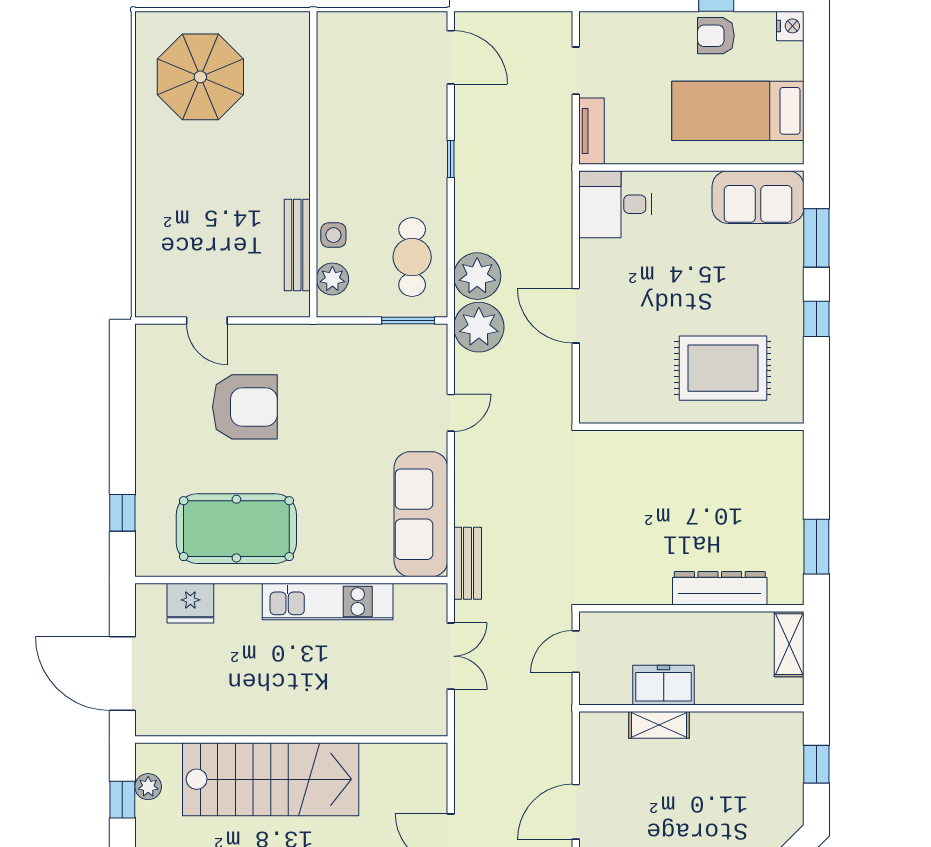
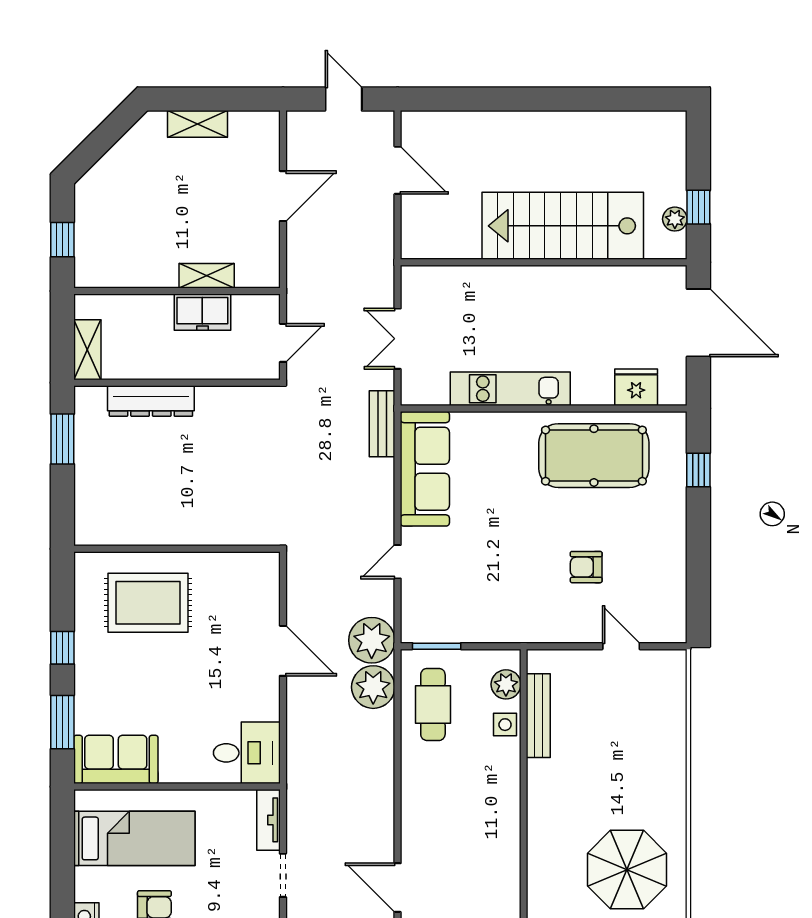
window: (451, 159) -> (398, 794), removed
armchair: (245, 407) -> (586, 567), width x0.53, depth x0.53

